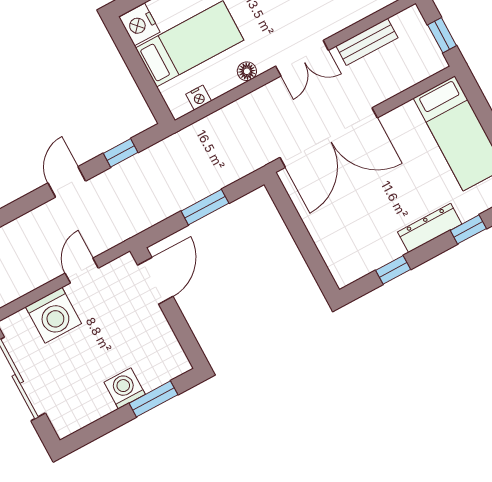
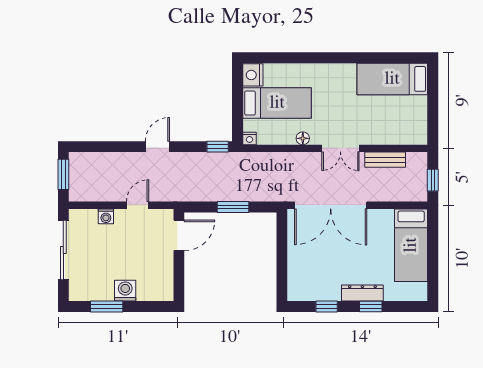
nightstand: (199, 98) -> (250, 138), moved
window: (121, 153) -> (218, 147), moved
window: (468, 229) -> (371, 306), moved
washing machine: (53, 315) -> (106, 216), width x0.53, depth x0.53
window: (153, 399) -> (107, 306), moved

